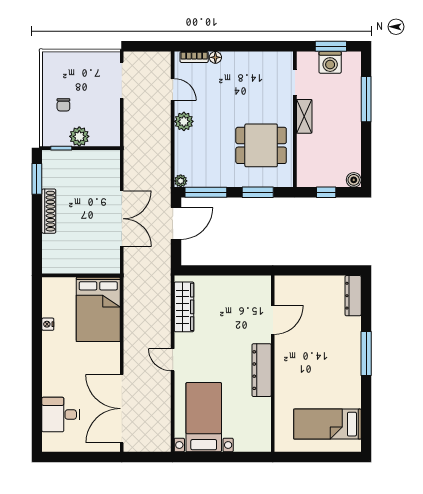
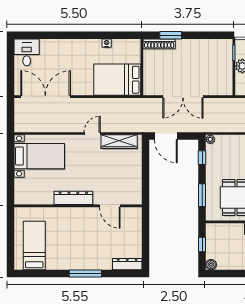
window: (37, 179) -> (171, 35), moved
window: (206, 192) -> (202, 158), width x0.46
shoe rack: (49, 211) -> (159, 44), moved
door: (176, 223) -> (166, 136), moved
door: (173, 360) -> (92, 134), moved
desk: (61, 415) -> (27, 52), moved

